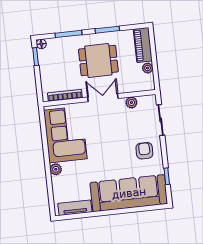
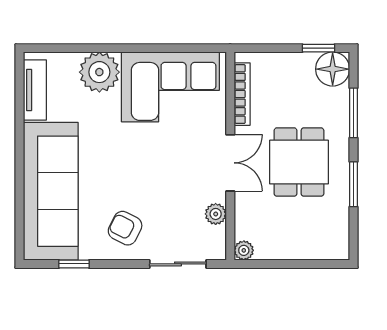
floor lamp: (41, 44) -> (333, 69), width x1.89, depth x1.89
piano: (143, 45) -> (318, 246), removed
plant: (148, 68) -> (244, 250), moved
armchair: (144, 151) -> (125, 228), turned -153
plant: (56, 169) -> (99, 72), width x1.87, depth x1.87

